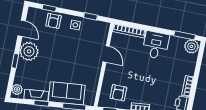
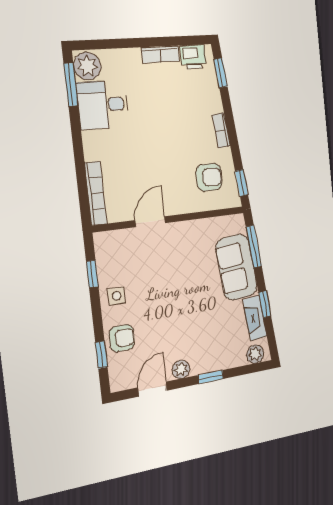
desk: (156, 45) -> (103, 105), moved
plant: (29, 51) -> (181, 369), width x0.53, depth x0.53

